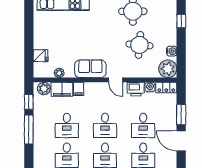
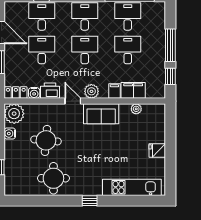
fridge: (40, 56) -> (157, 150), moved
plant: (44, 89) -> (91, 91), moved

